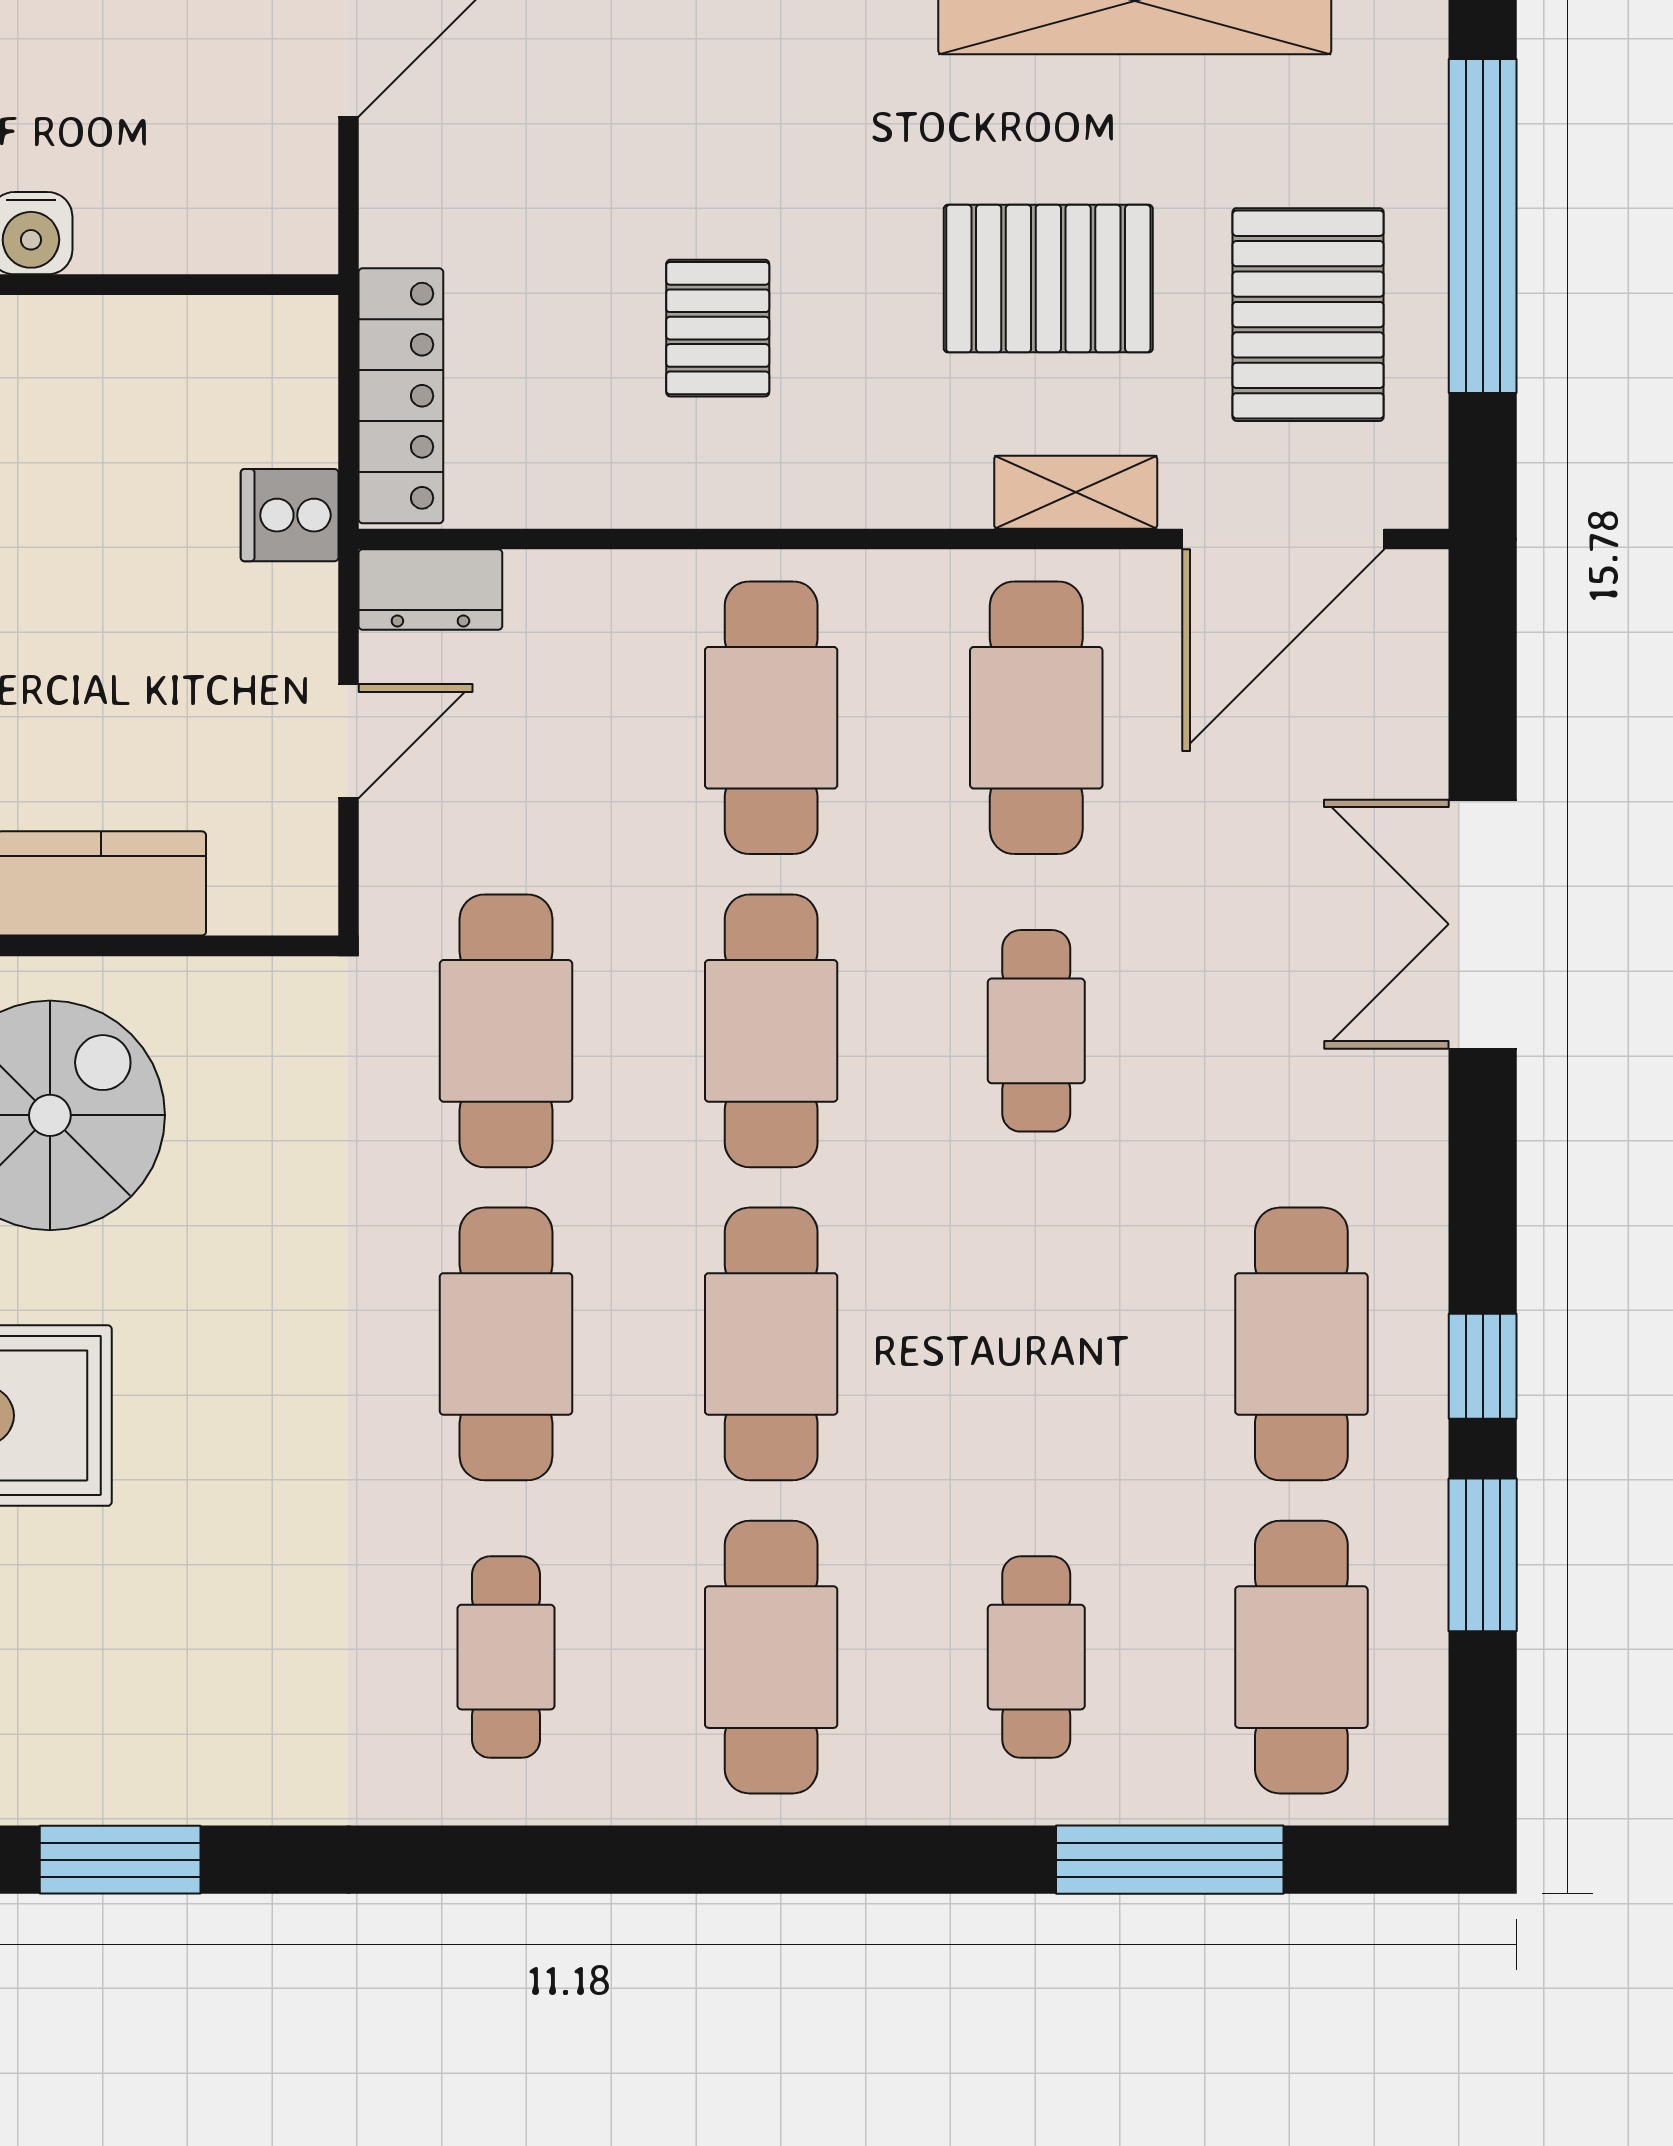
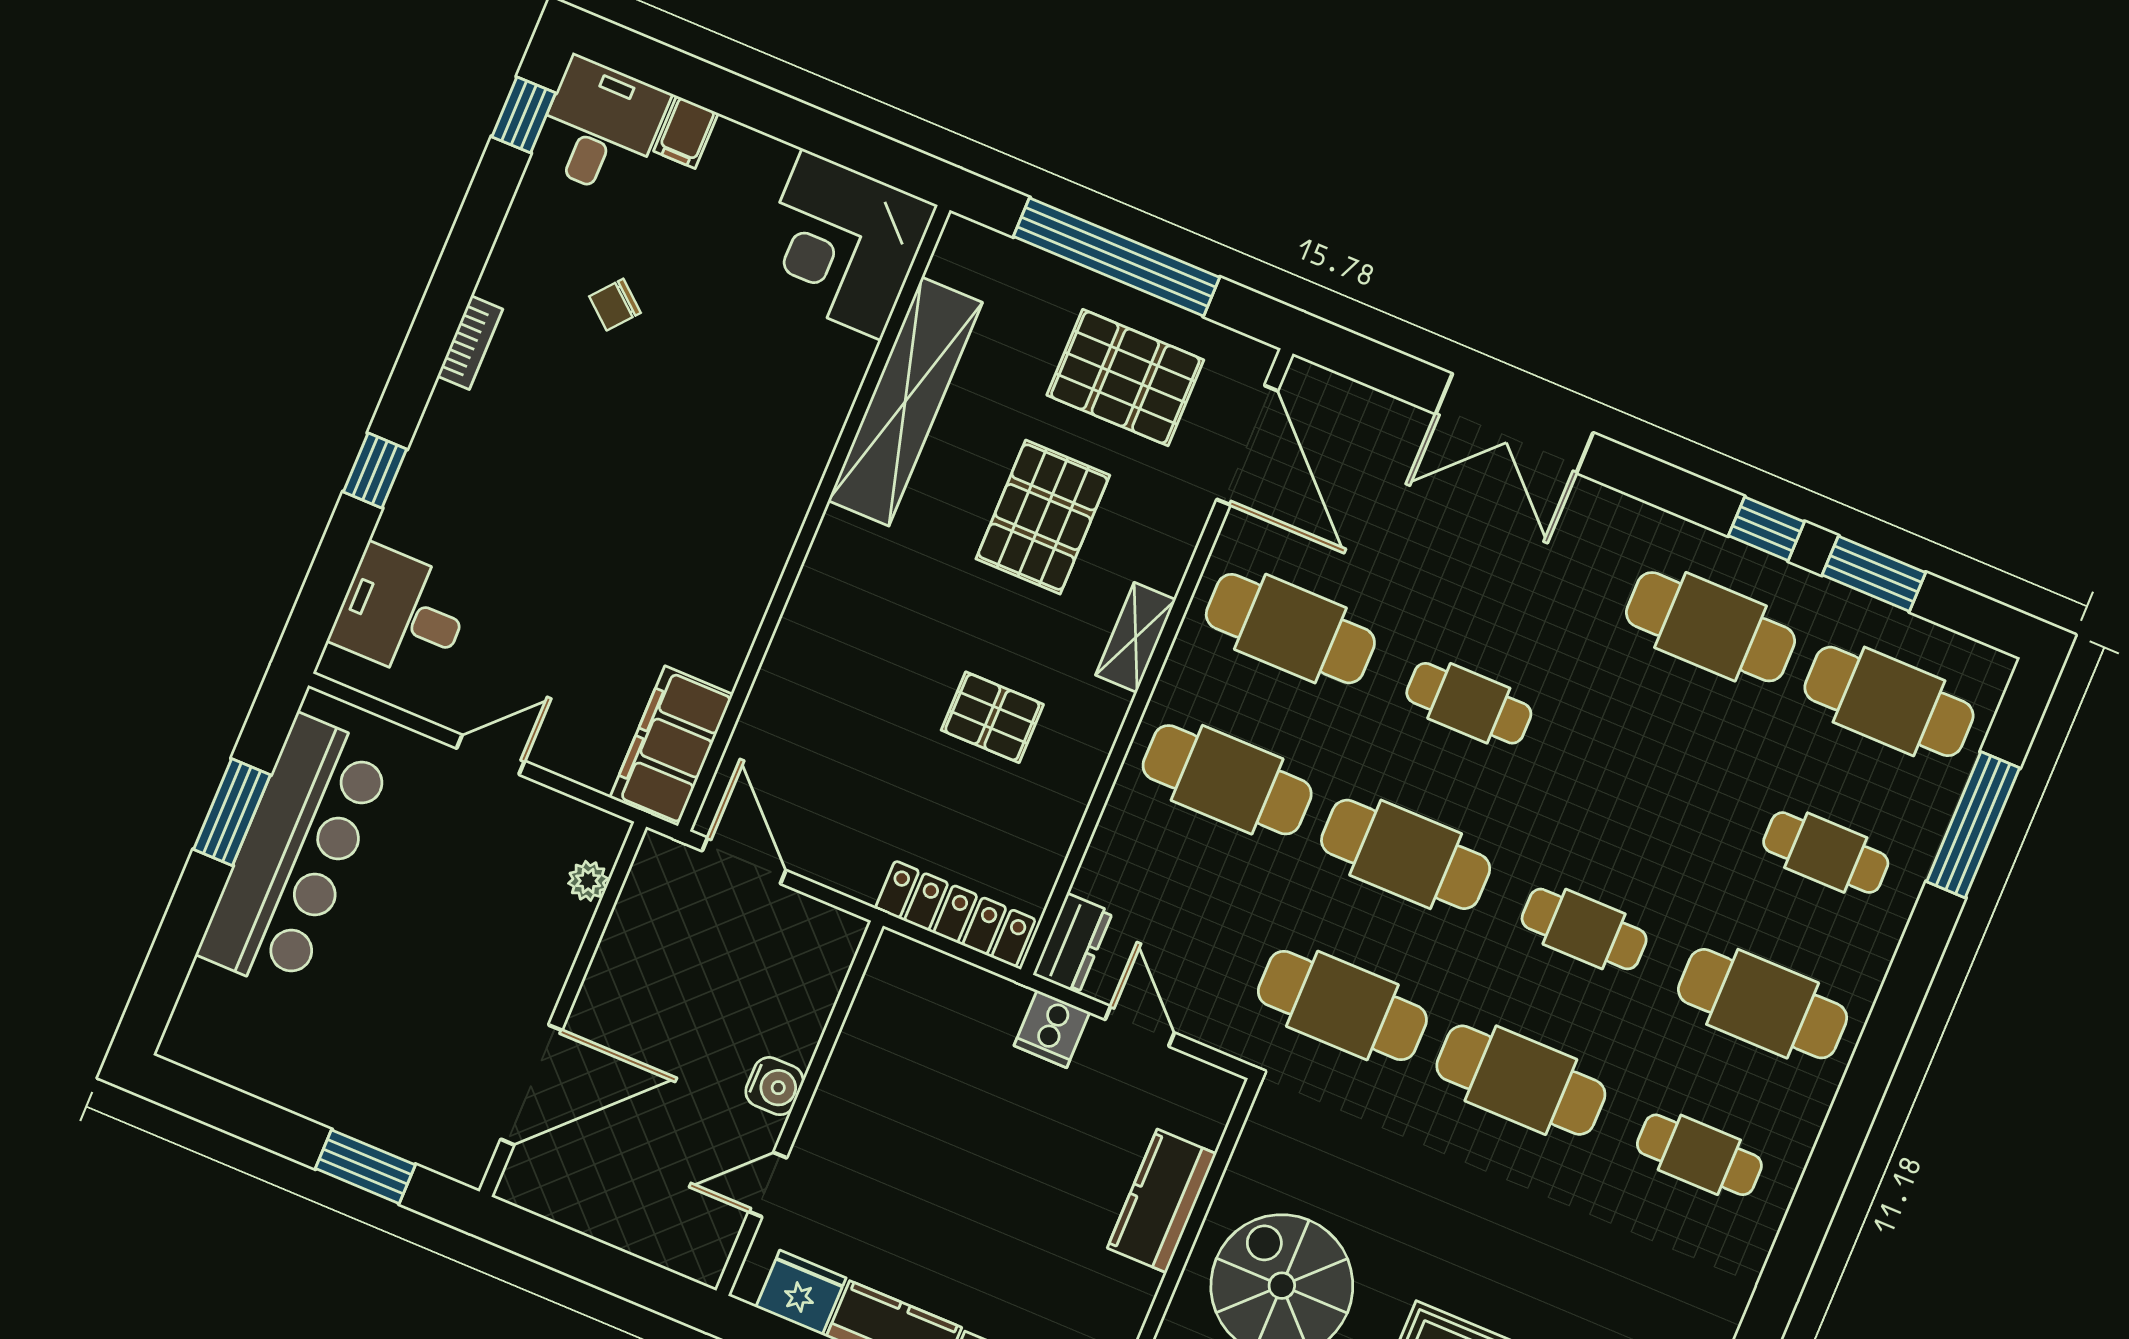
shelving: (1076, 492) -> (1136, 637), moved
cooker: (290, 515) -> (1052, 1029), moved
cafe table: (771, 1344) -> (1584, 929), width x0.73, depth x0.74

